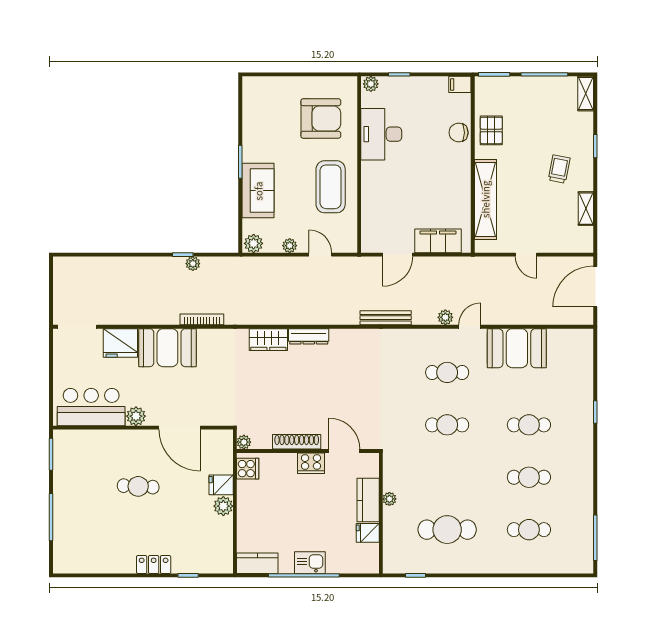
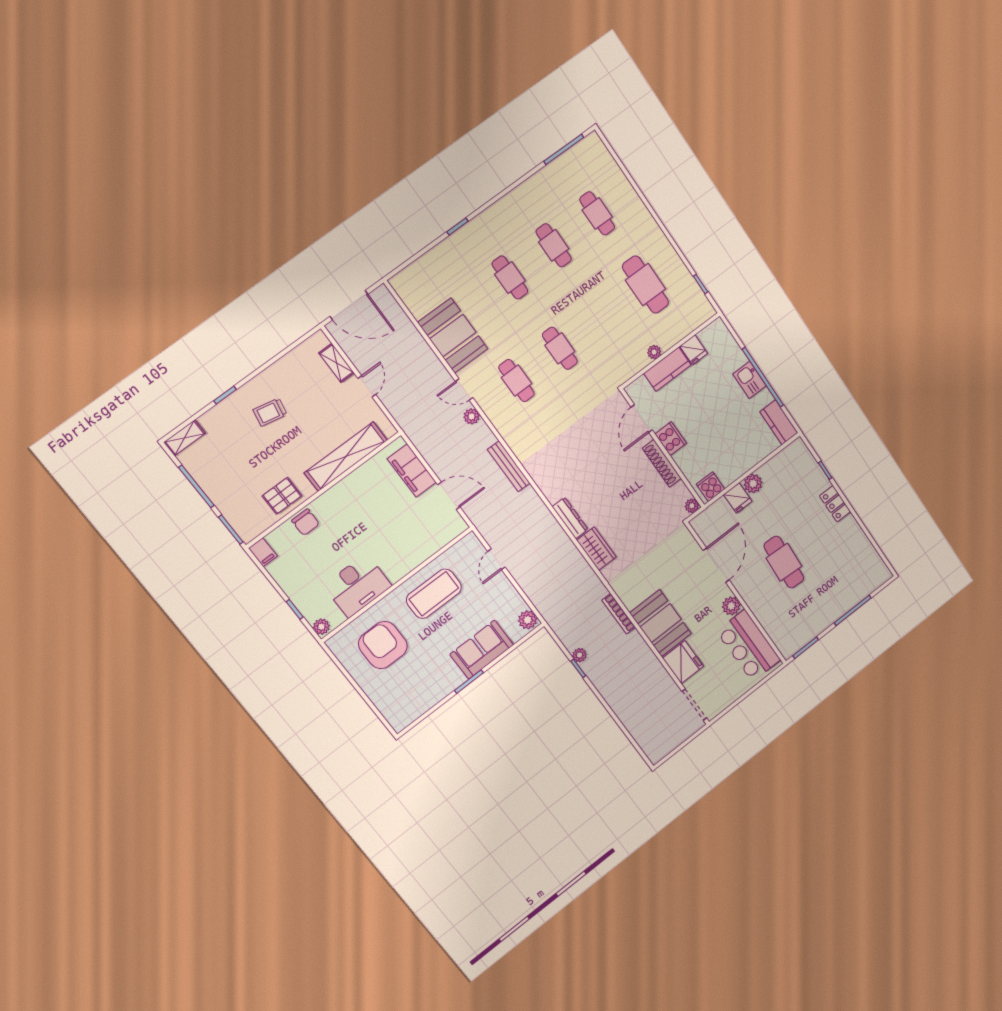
shelving: (586, 209) -> (337, 363), moved, turned 90
plant: (290, 246) -> (508, 590), removed
cafe table: (138, 486) -> (784, 562), width x1.37, depth x1.35

